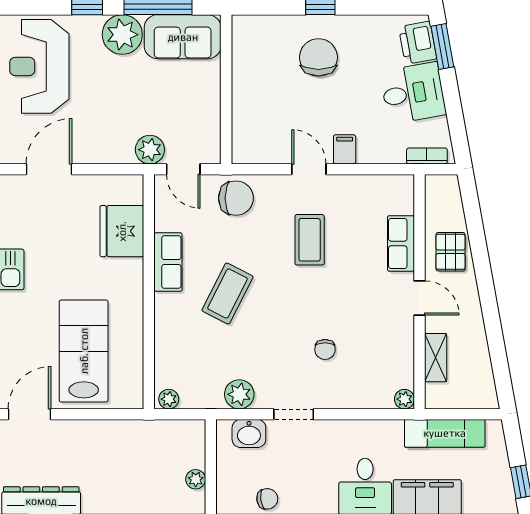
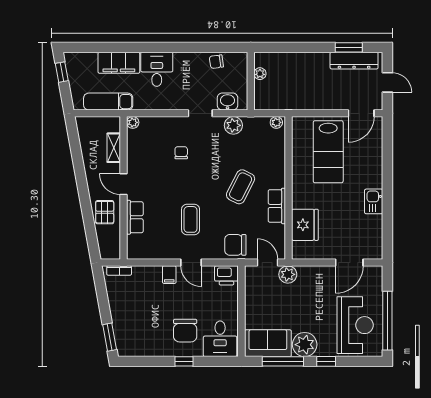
printer: (418, 43) -> (226, 275), moved, turned 100
desk: (413, 93) -> (220, 339), moved, turned -80

